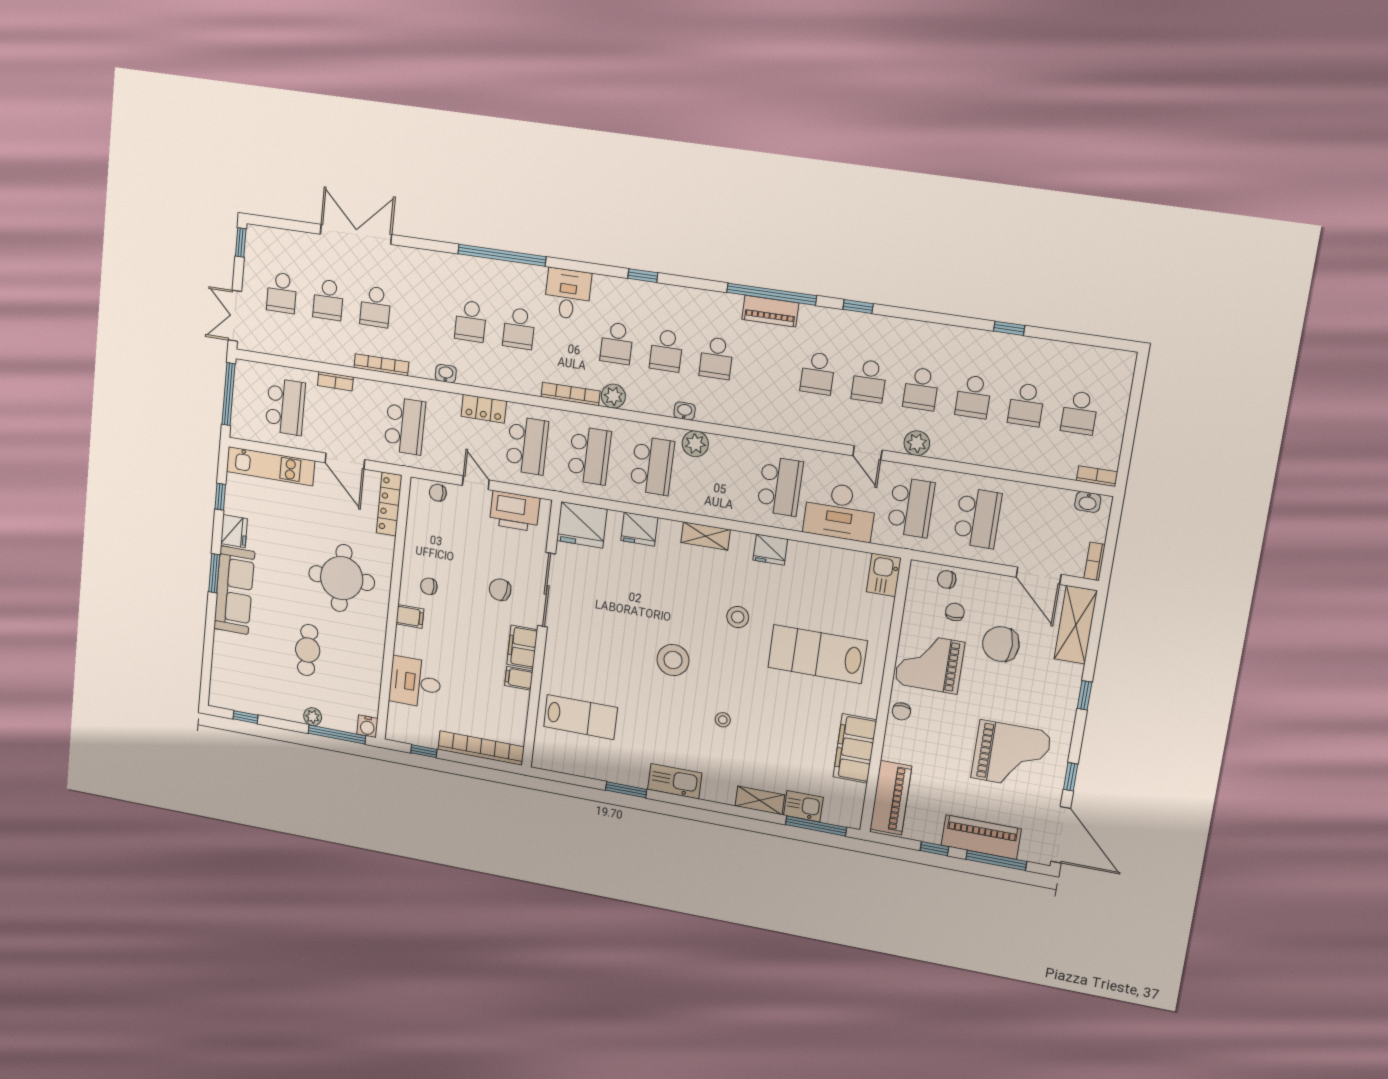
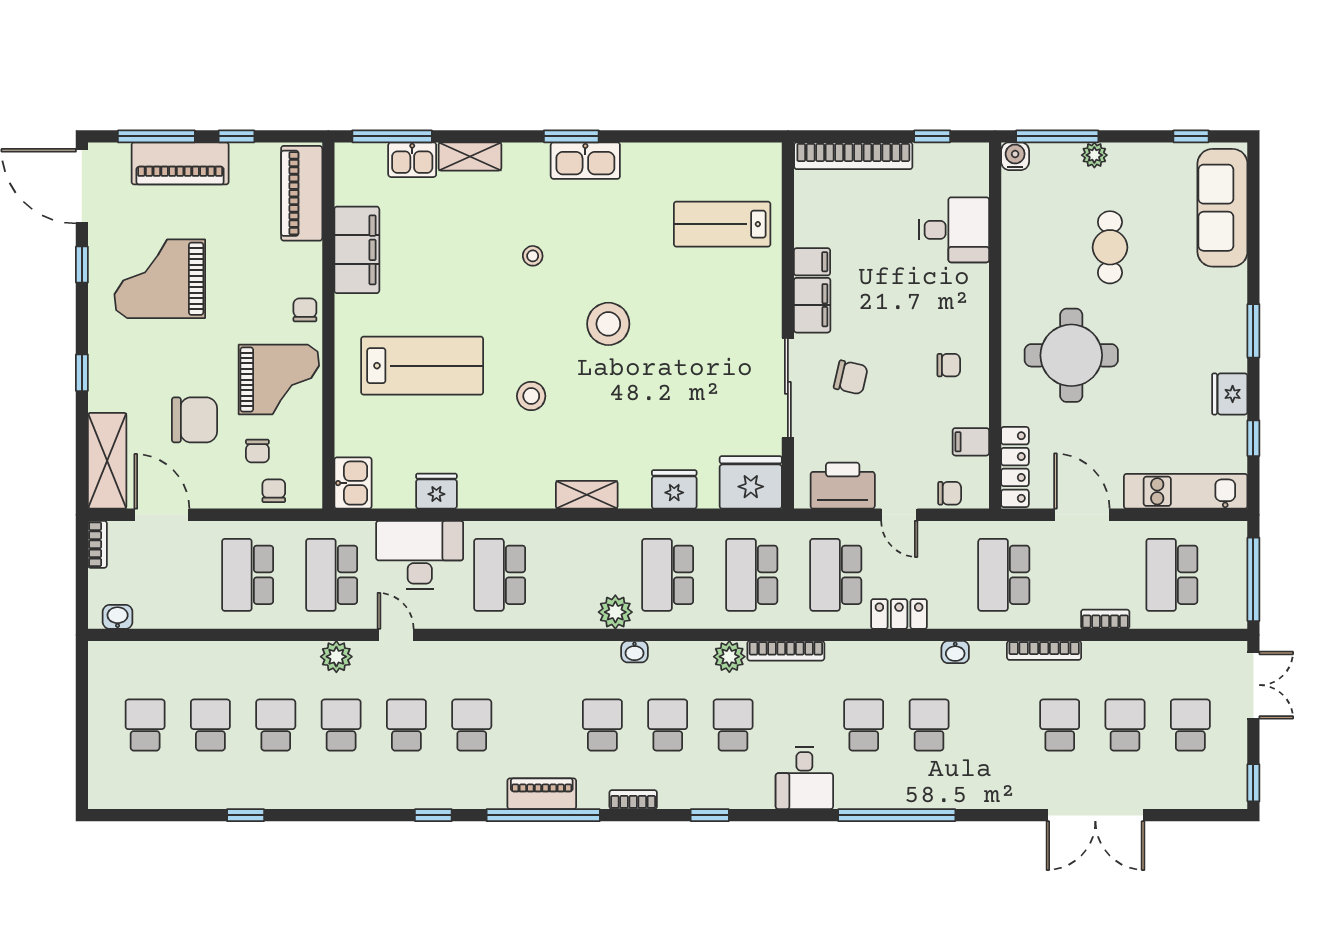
bookcase: (1097, 476) -> (633, 800), moved, turned 180
fridge: (770, 550) -> (436, 491), moved
chair: (947, 579) -> (274, 491), turned -90
sofa: (234, 590) -> (1222, 208), moved
filing cabinet: (410, 616) -> (971, 442), moved
window: (626, 790) -> (571, 136), moved

